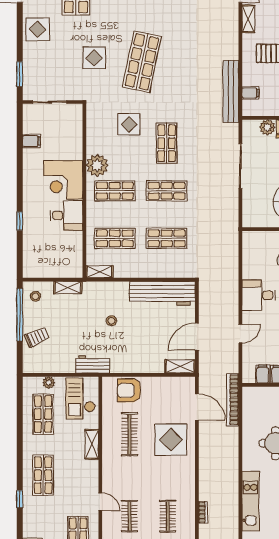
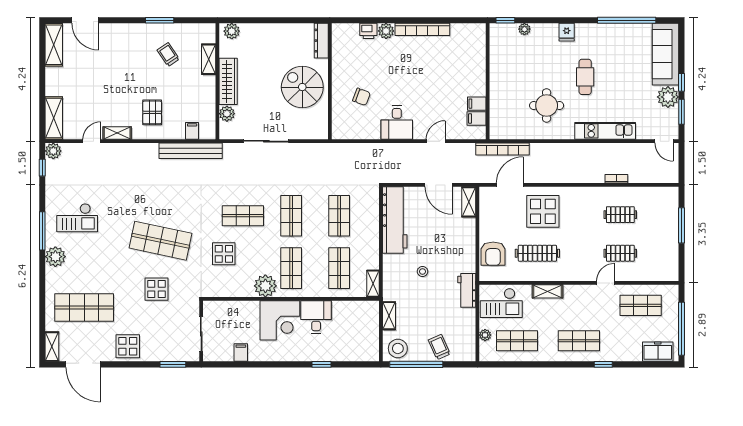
stool: (35, 296) -> (398, 348), width x1.89, depth x1.89
door: (240, 334) -> (436, 141), hinge flipped

